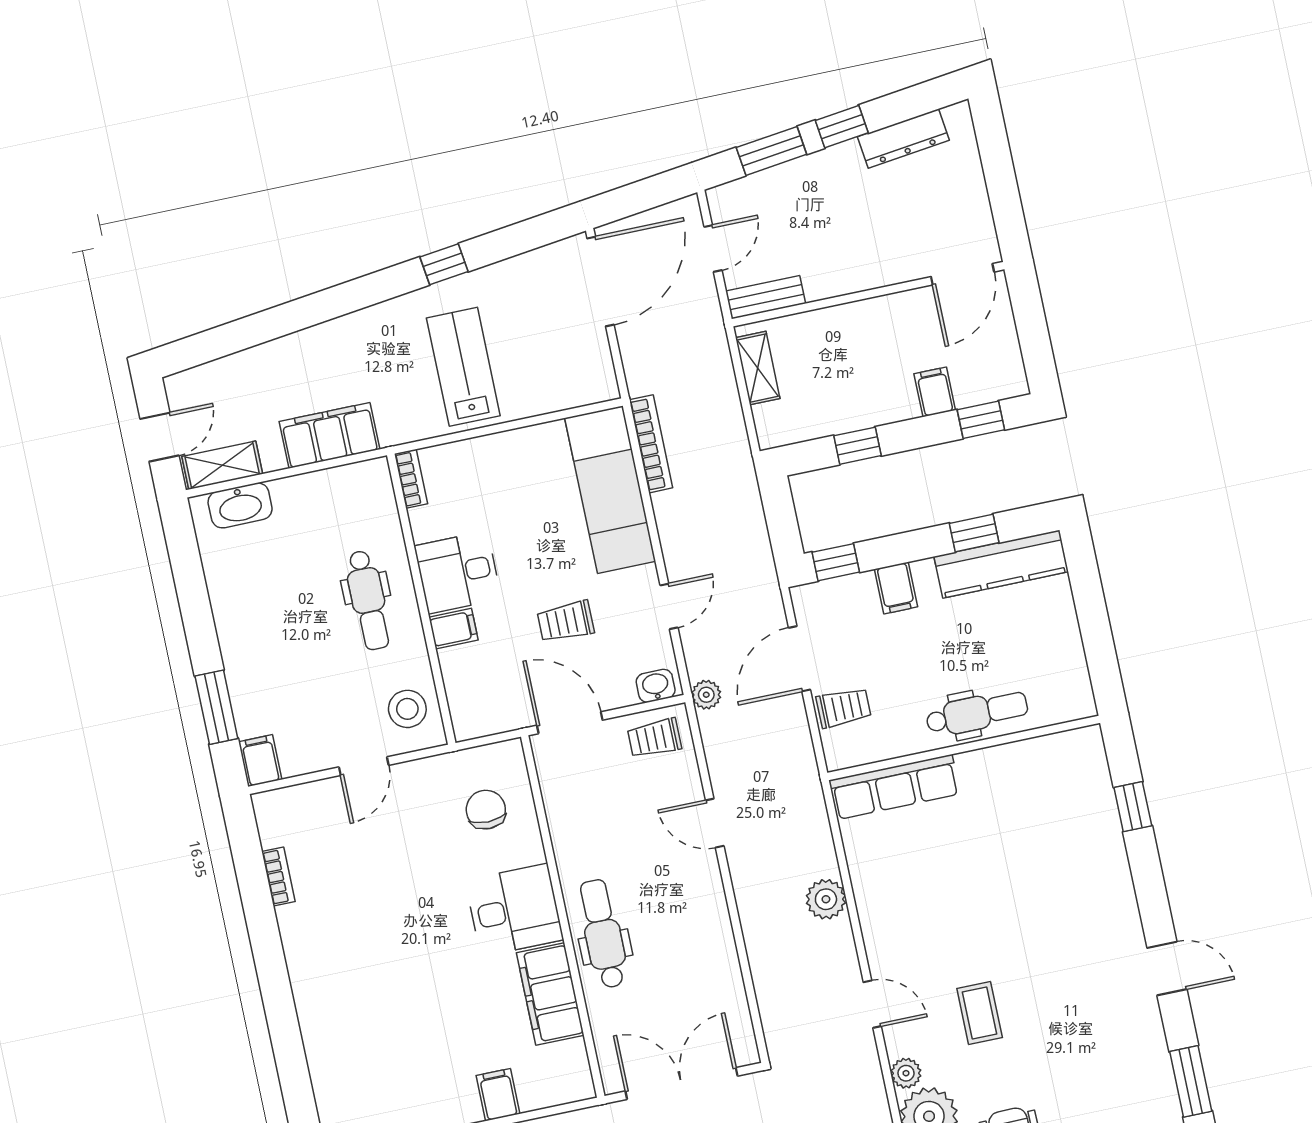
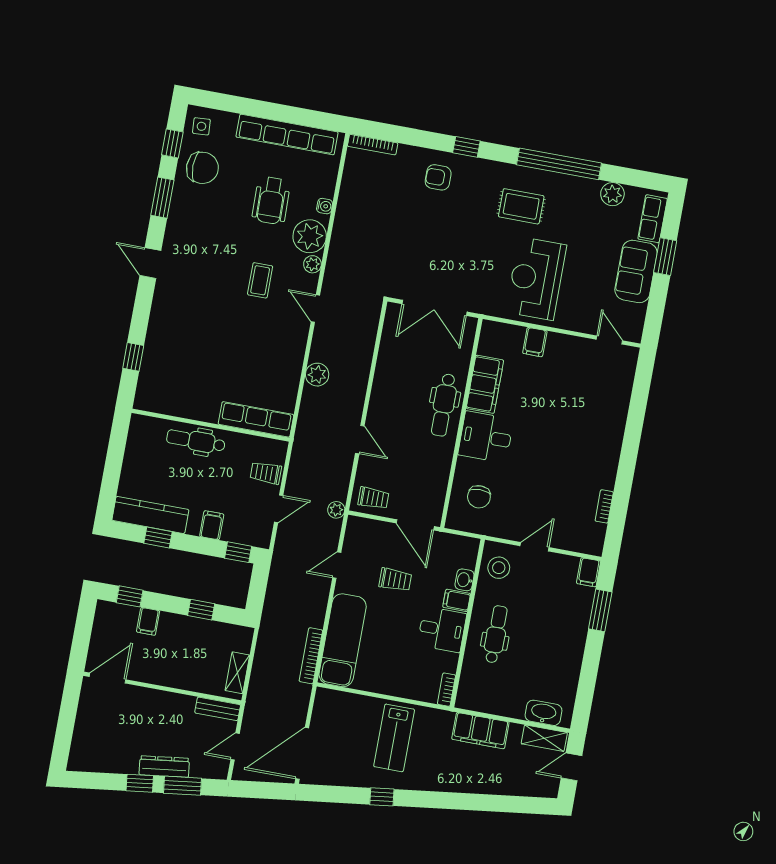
dresser: (903, 138) -> (164, 767), moved
door: (799, 659) -> (279, 509), width x0.73
washbasin: (656, 686) -> (465, 580), moved, turned 90

